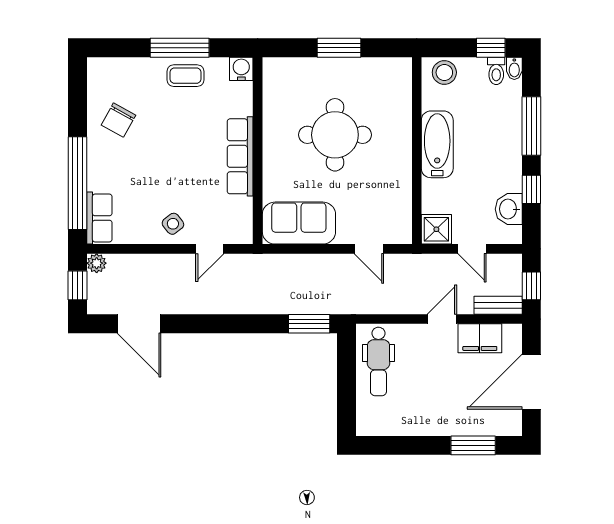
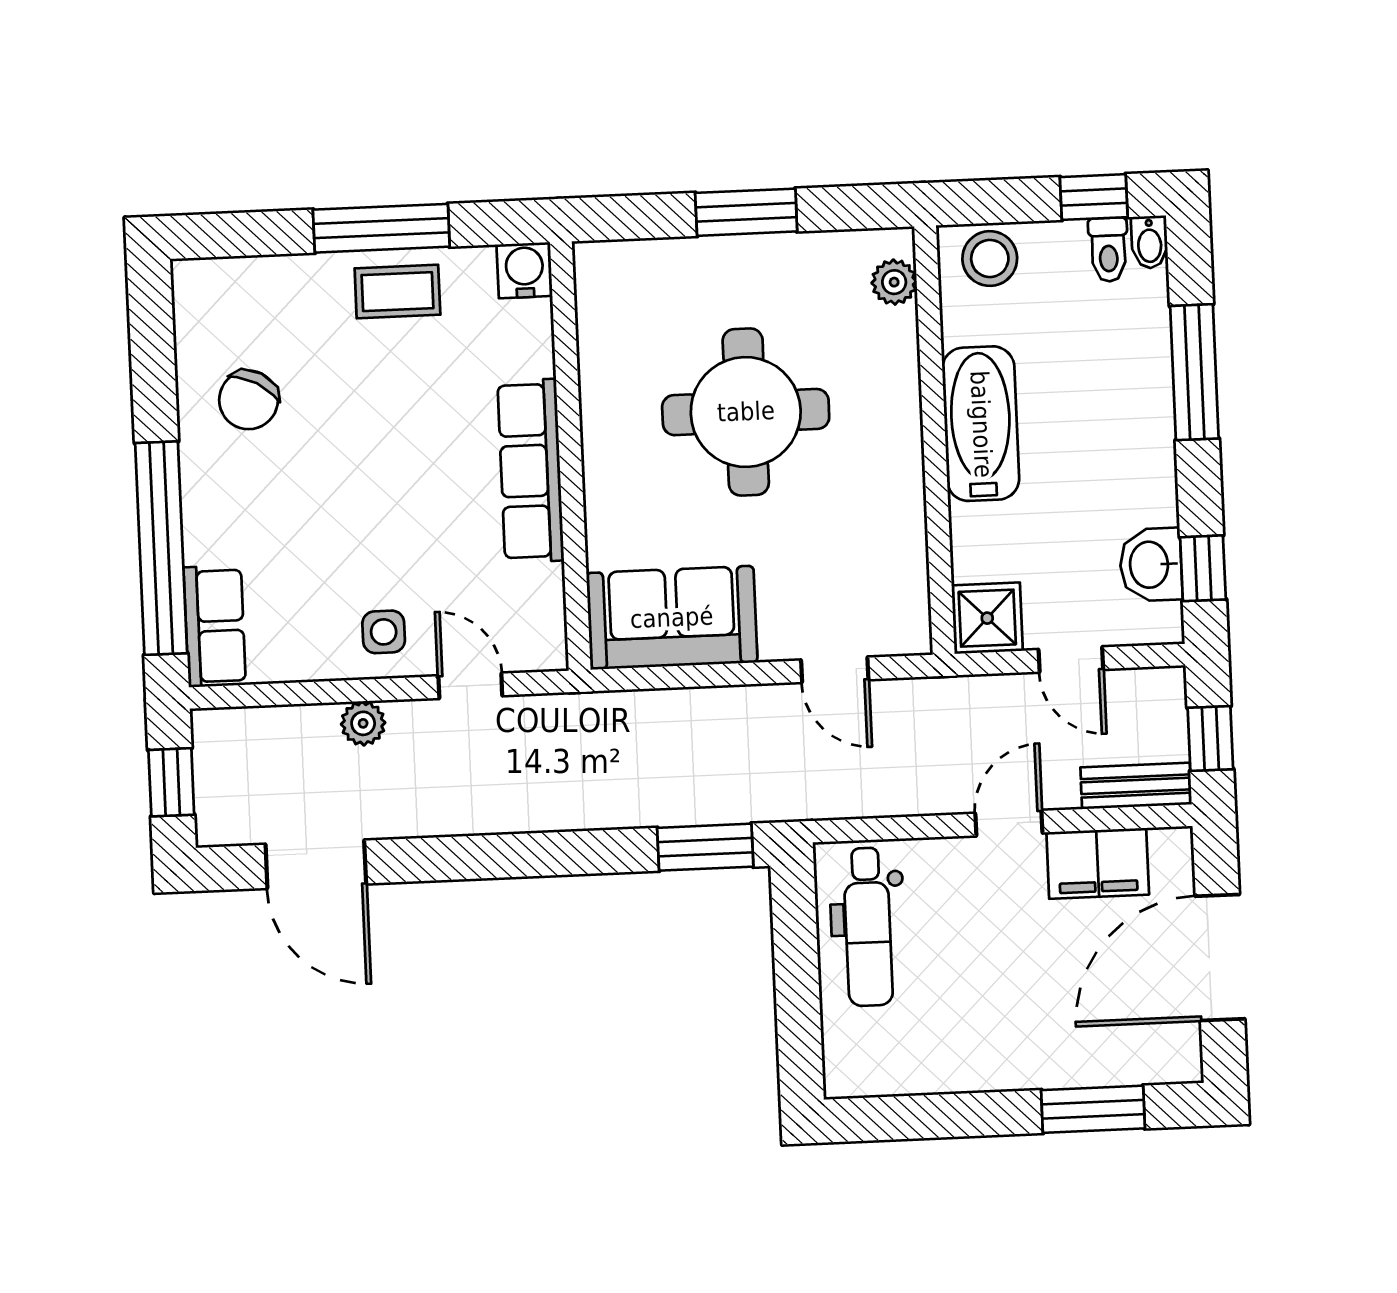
plant: (402, 81) -> (894, 282), added
window: (531, 189) -> (1203, 568), moved
side table: (173, 224) -> (384, 632), turned 38
door: (210, 249) -> (470, 686), swing flipped
plant: (97, 263) -> (363, 723), moved

